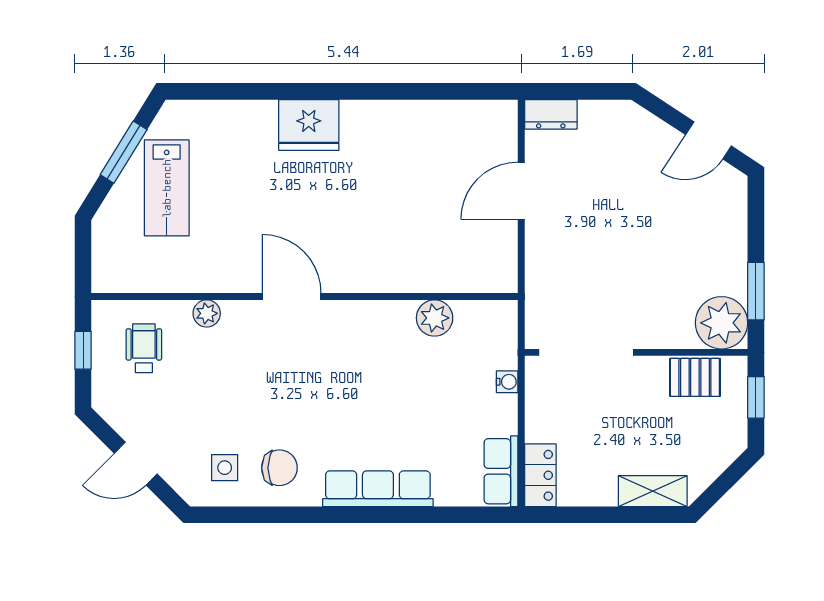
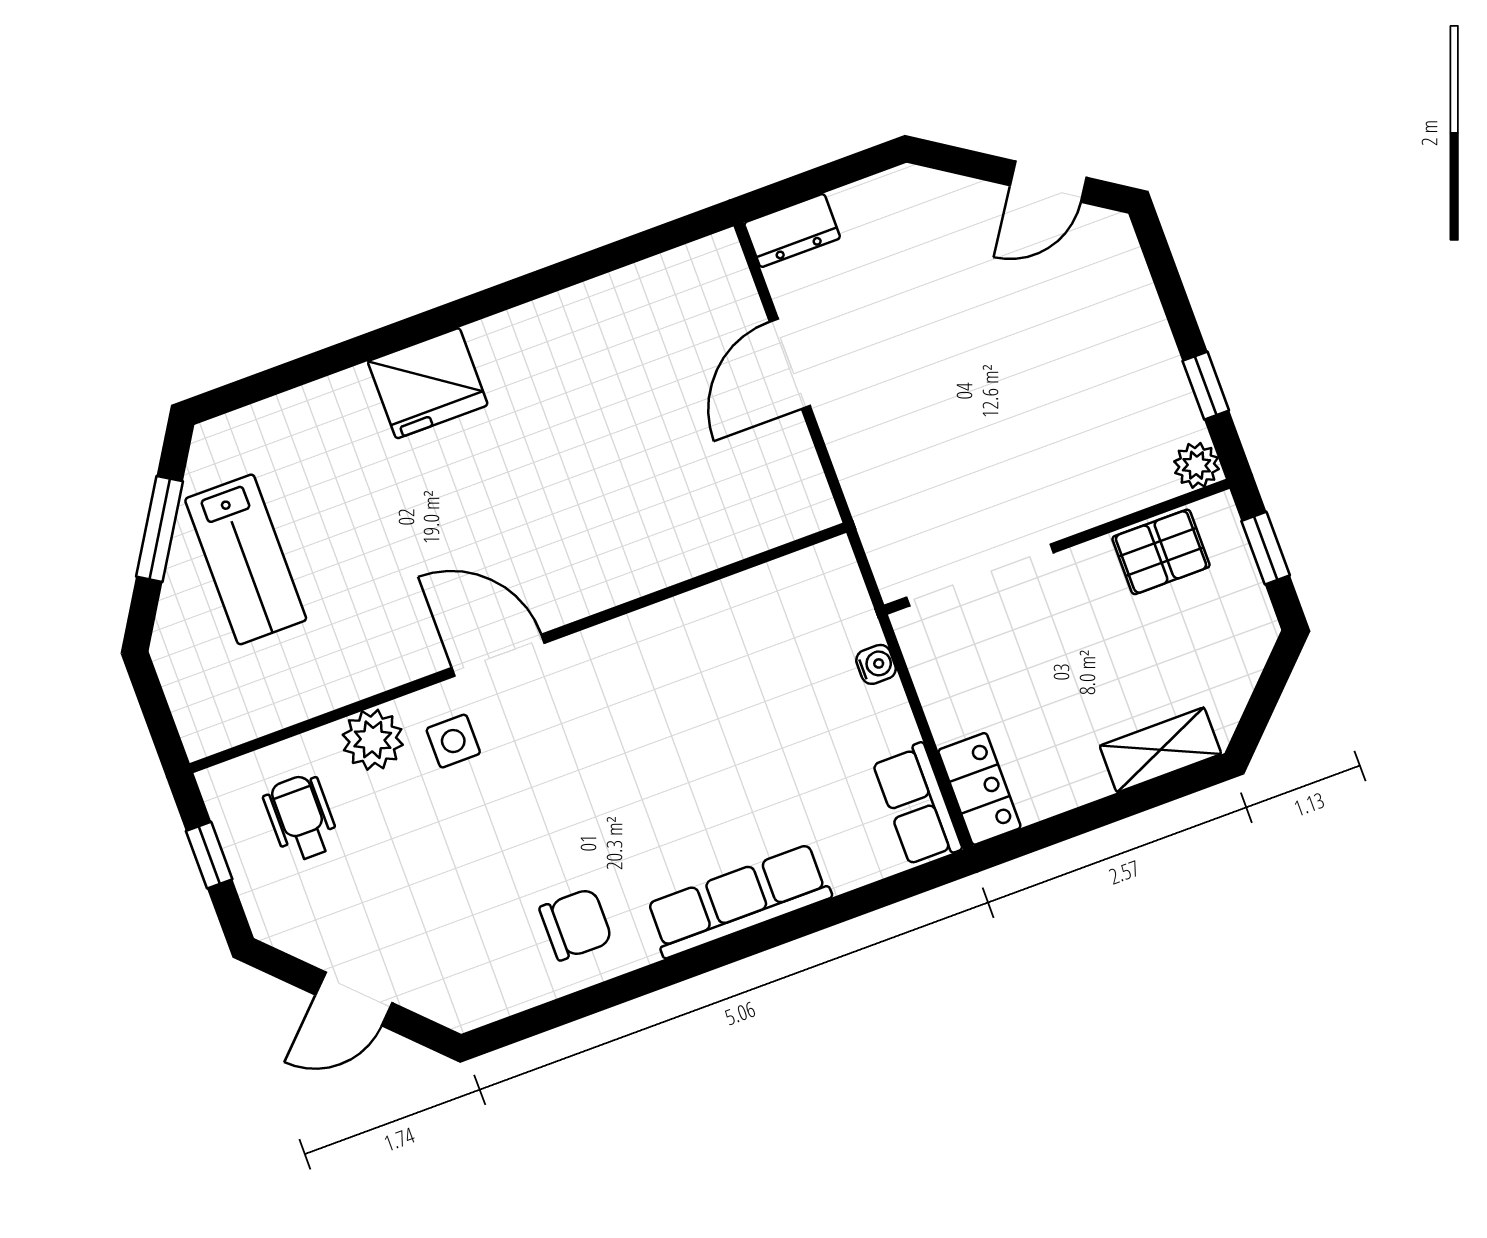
window: (756, 291) -> (1206, 386), width x0.67
plant: (207, 313) -> (373, 740), width x1.38, depth x1.38
plant: (435, 318) -> (729, 608), removed
plant: (722, 323) -> (1197, 465), width x0.53, depth x0.53
side table: (225, 468) -> (453, 741), moved

